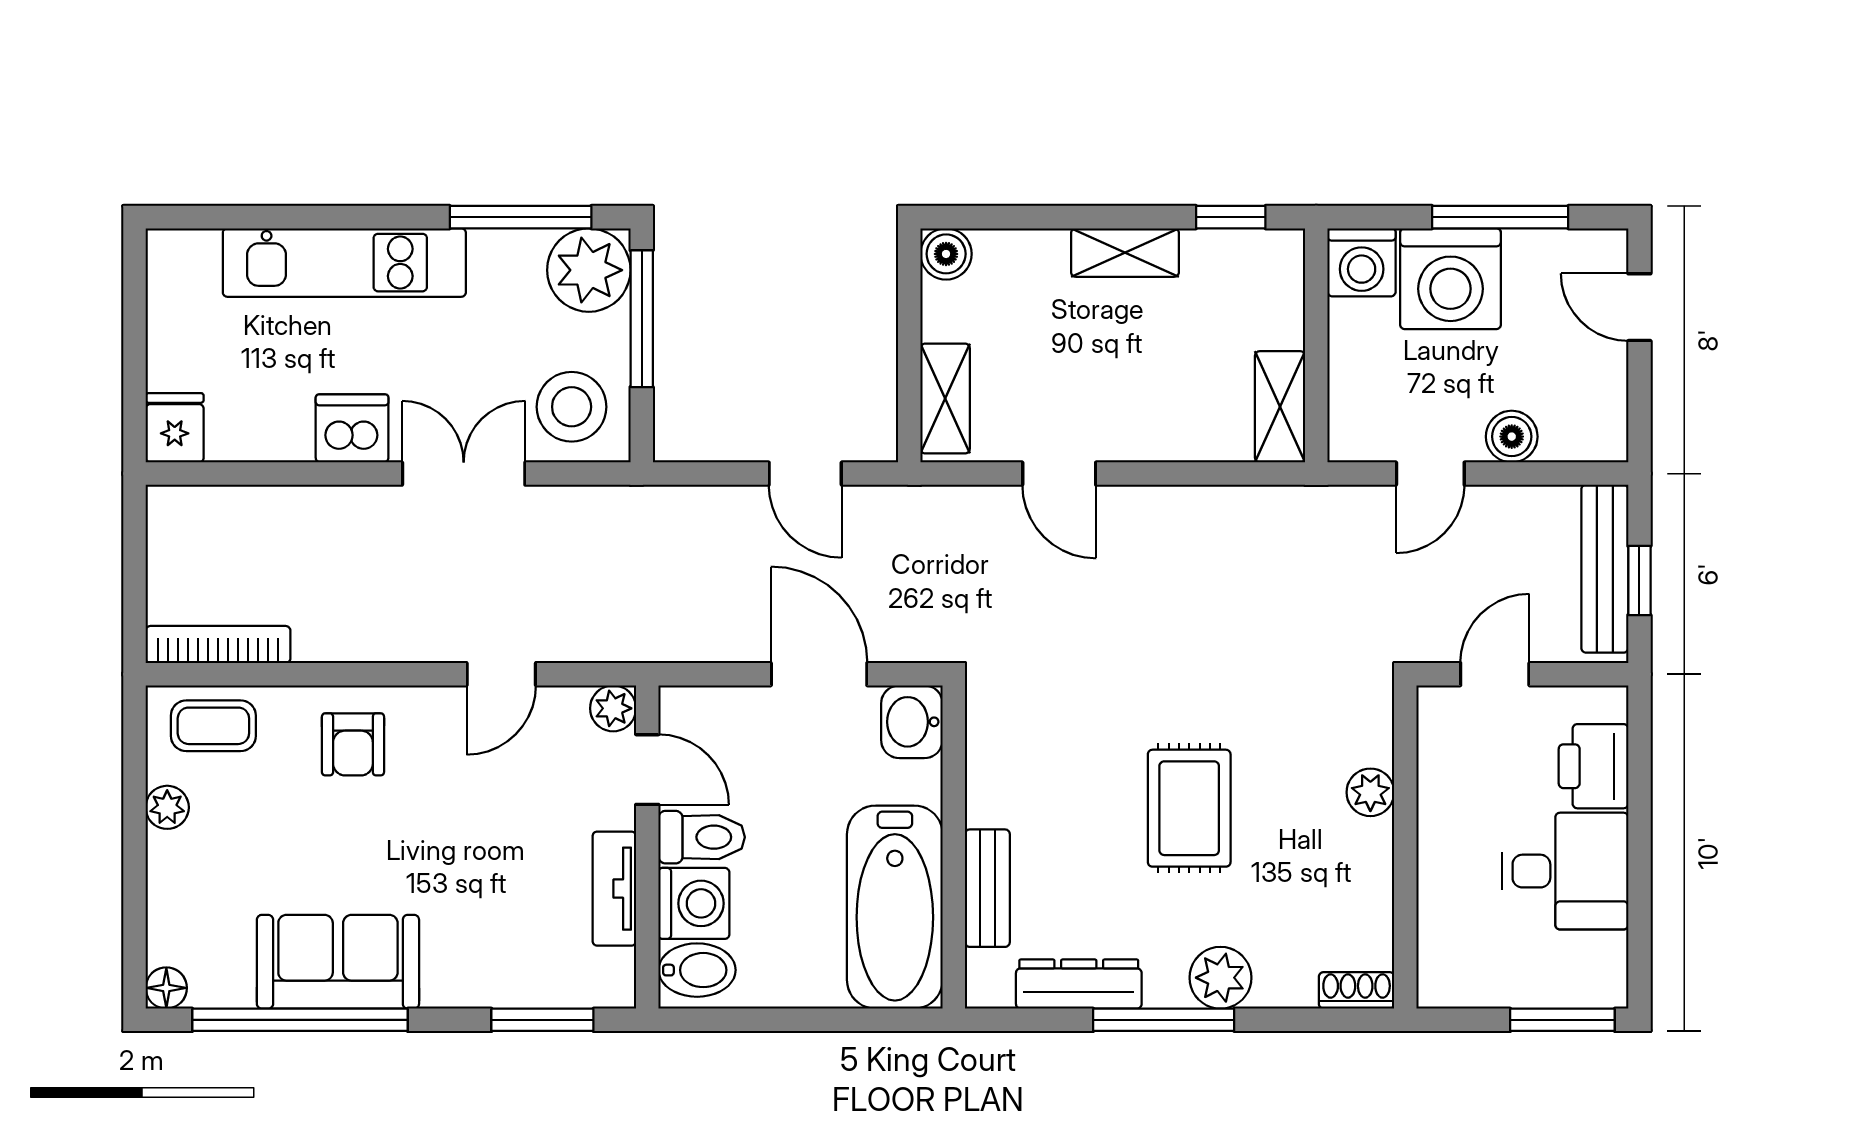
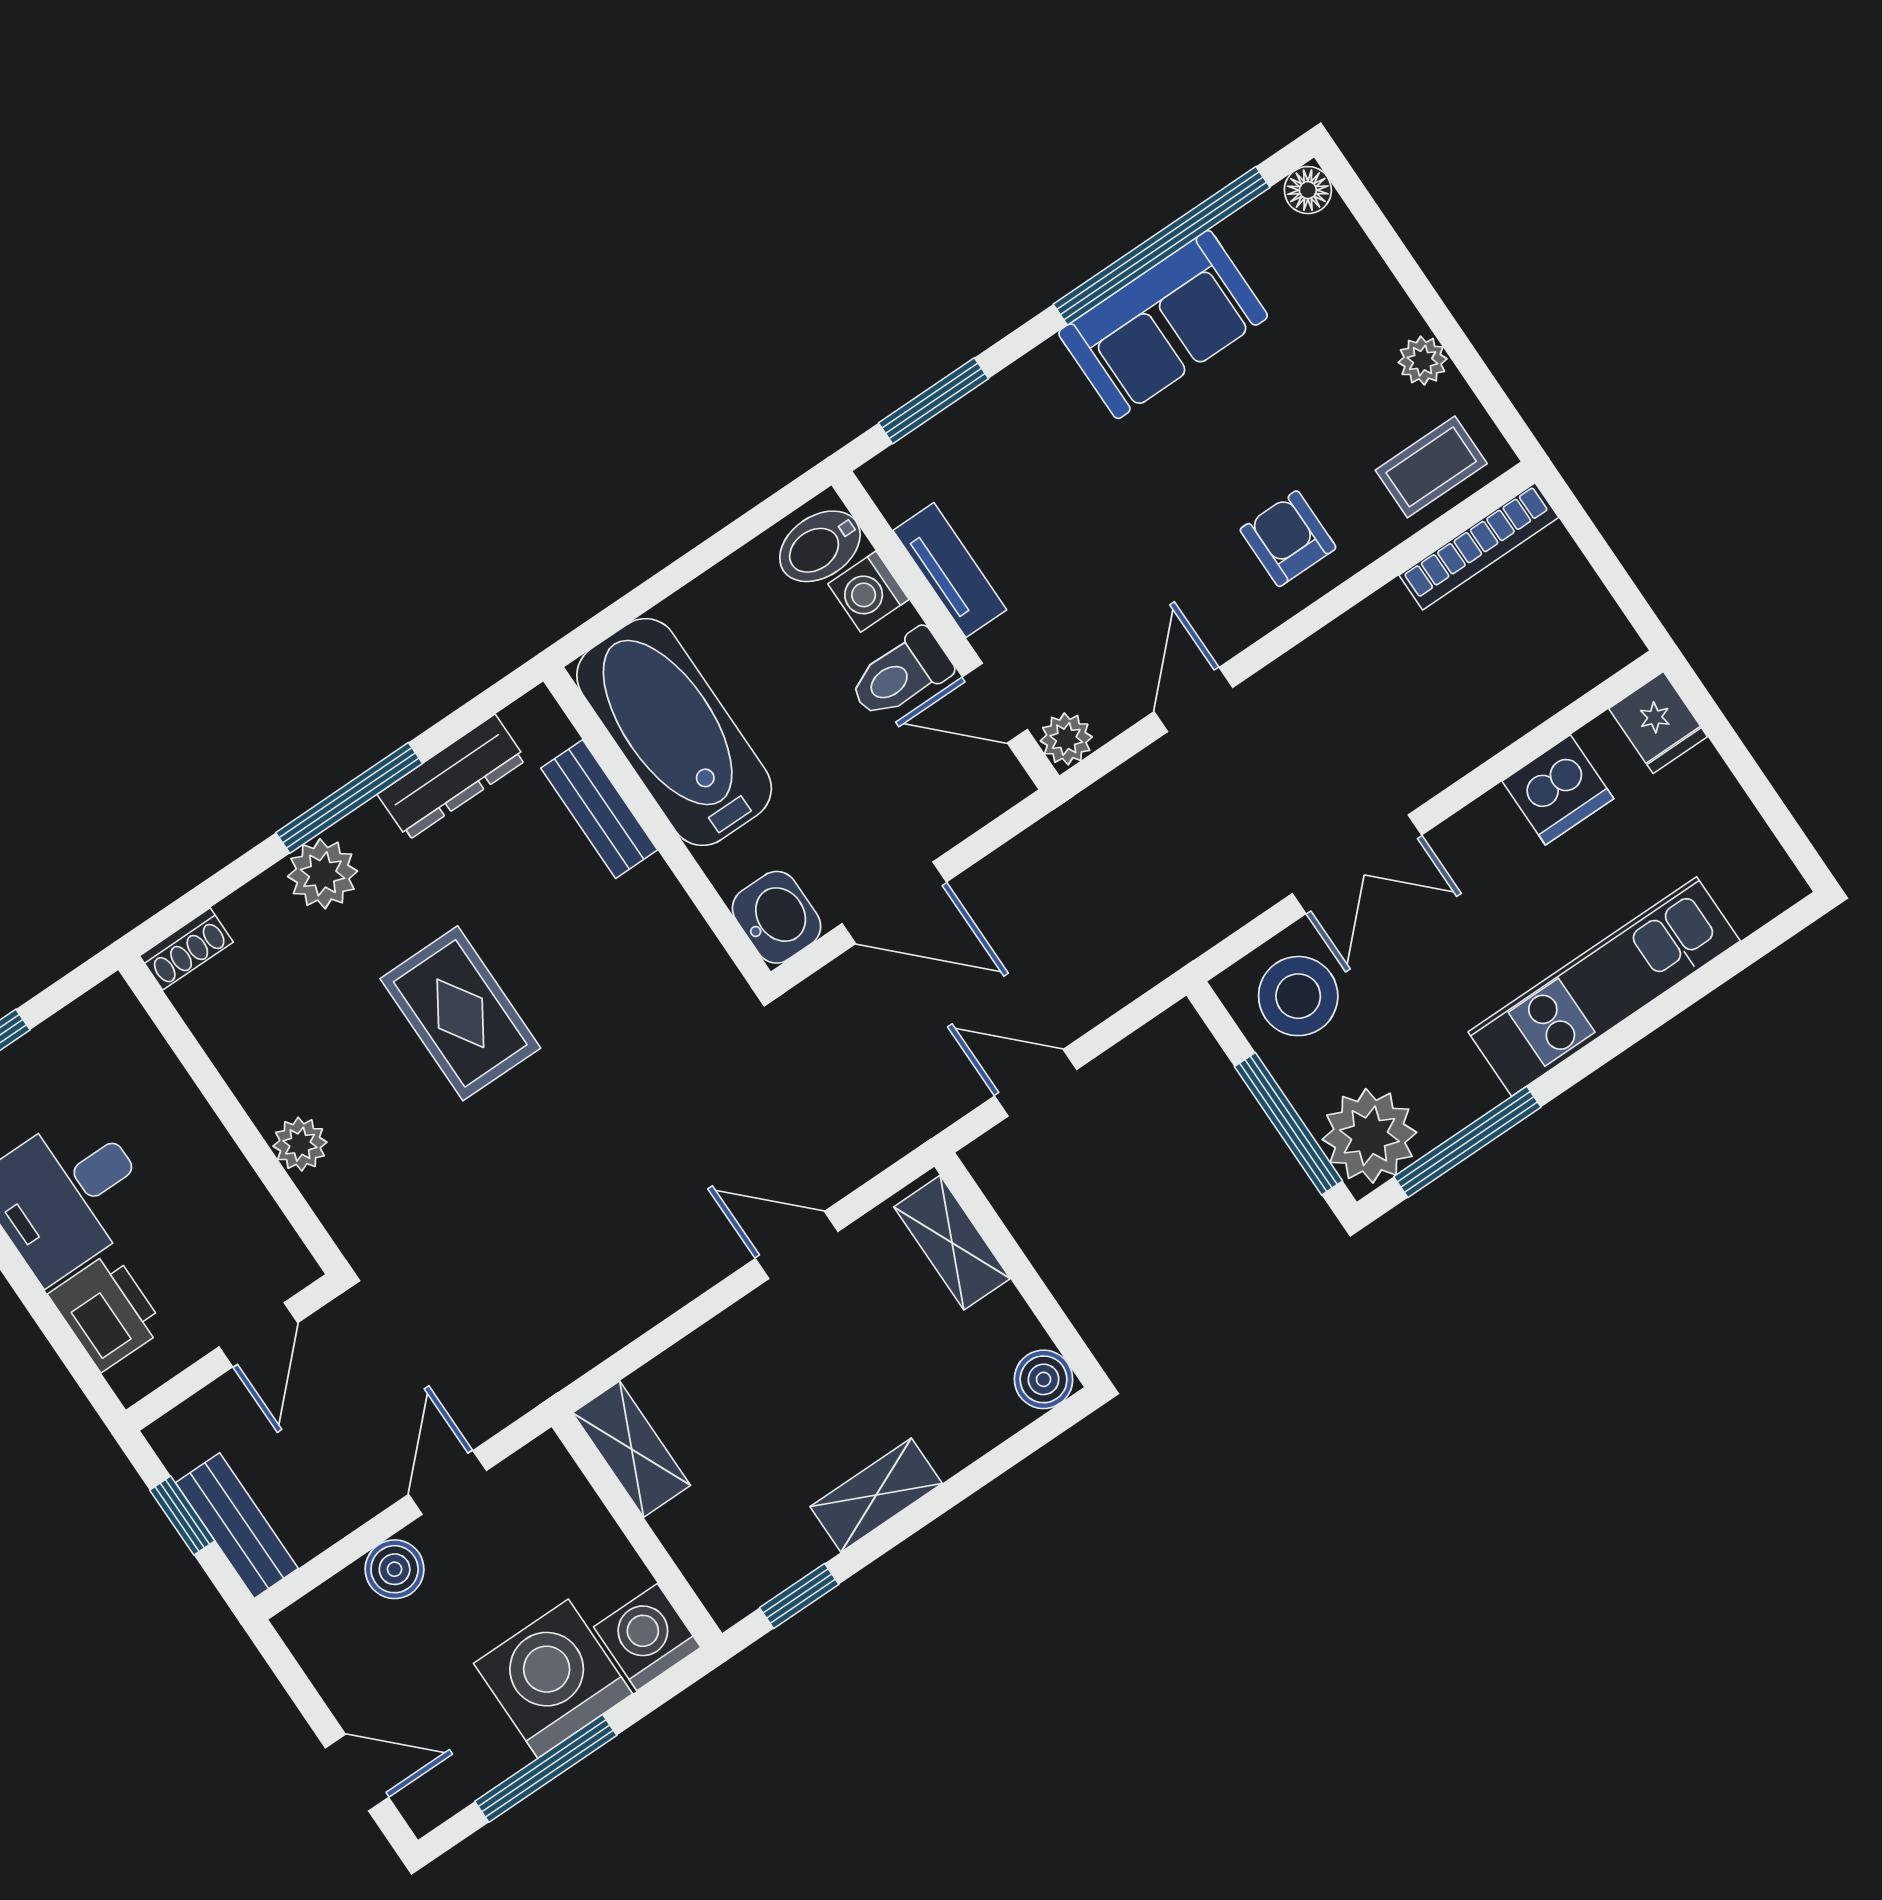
dishwasher: (352, 428) -> (1558, 790), moved
bench: (1605, 569) -> (237, 1526), width x0.73
washing machine: (694, 903) -> (868, 592), width x0.73, depth x0.73

